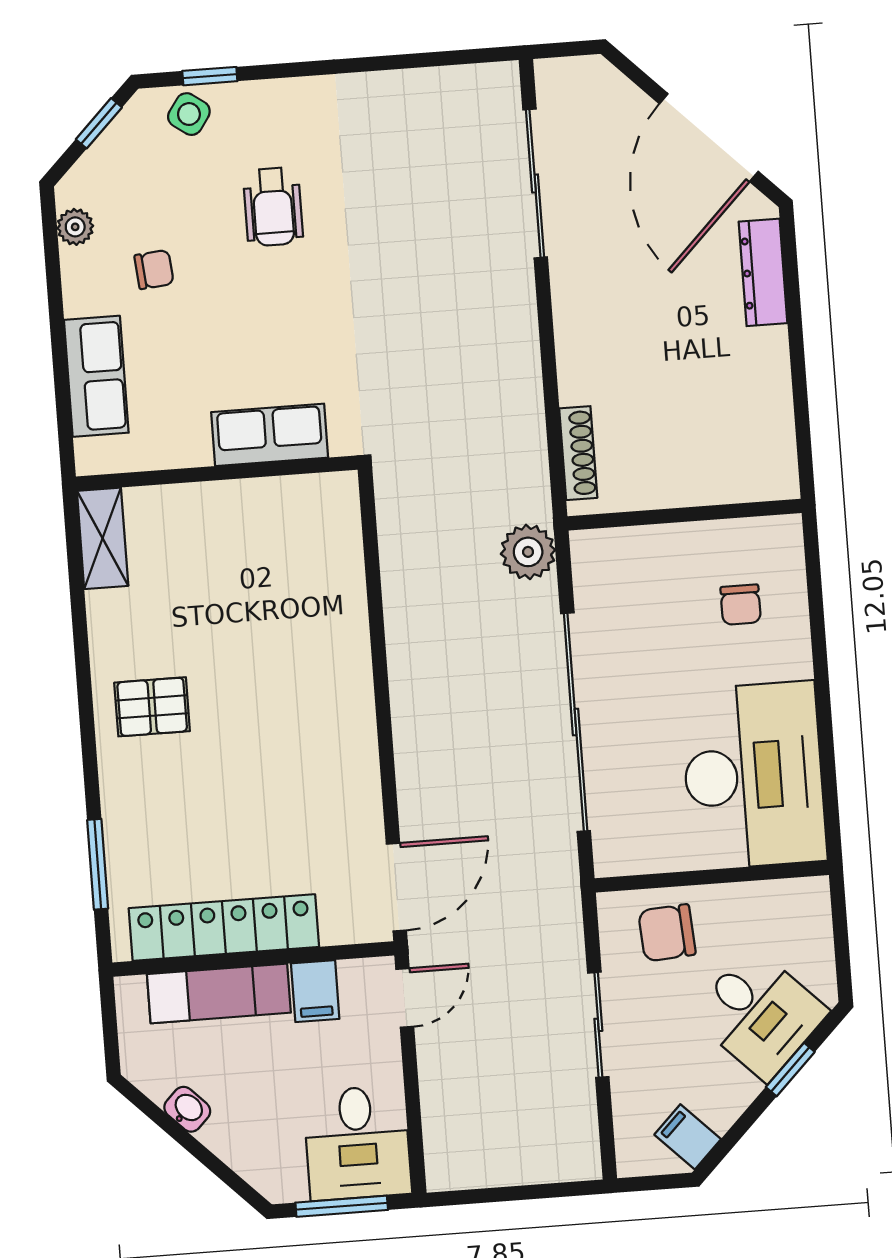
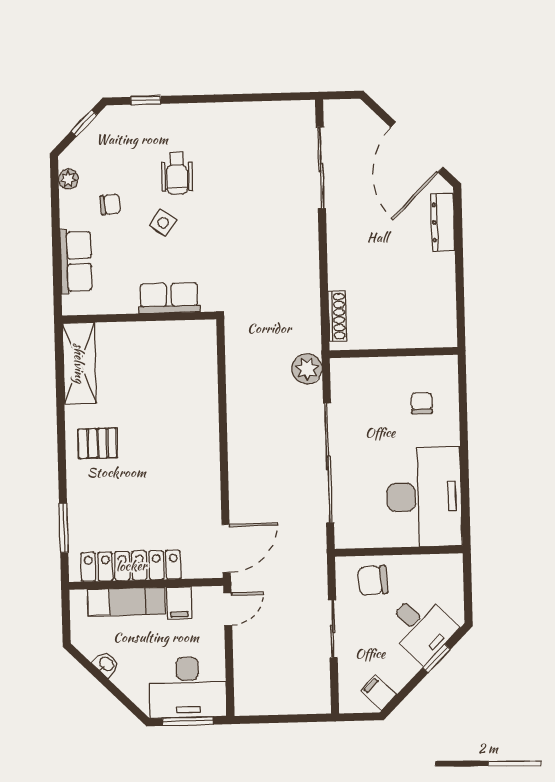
side table: (189, 114) -> (163, 223), moved
shelving: (103, 538) -> (79, 363), width x1.50, depth x1.33
chair: (741, 605) -> (422, 403), turned 180
desk: (357, 1143) -> (188, 687), width x1.37

